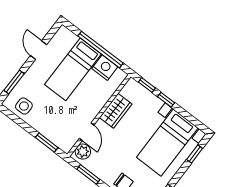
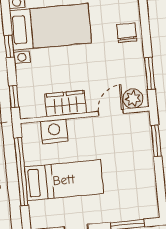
nightstand: (105, 68) -> (54, 131), moved, turned 90
window: (166, 100) -> (9, 46), moved
side table: (24, 106) -> (142, 194), removed

